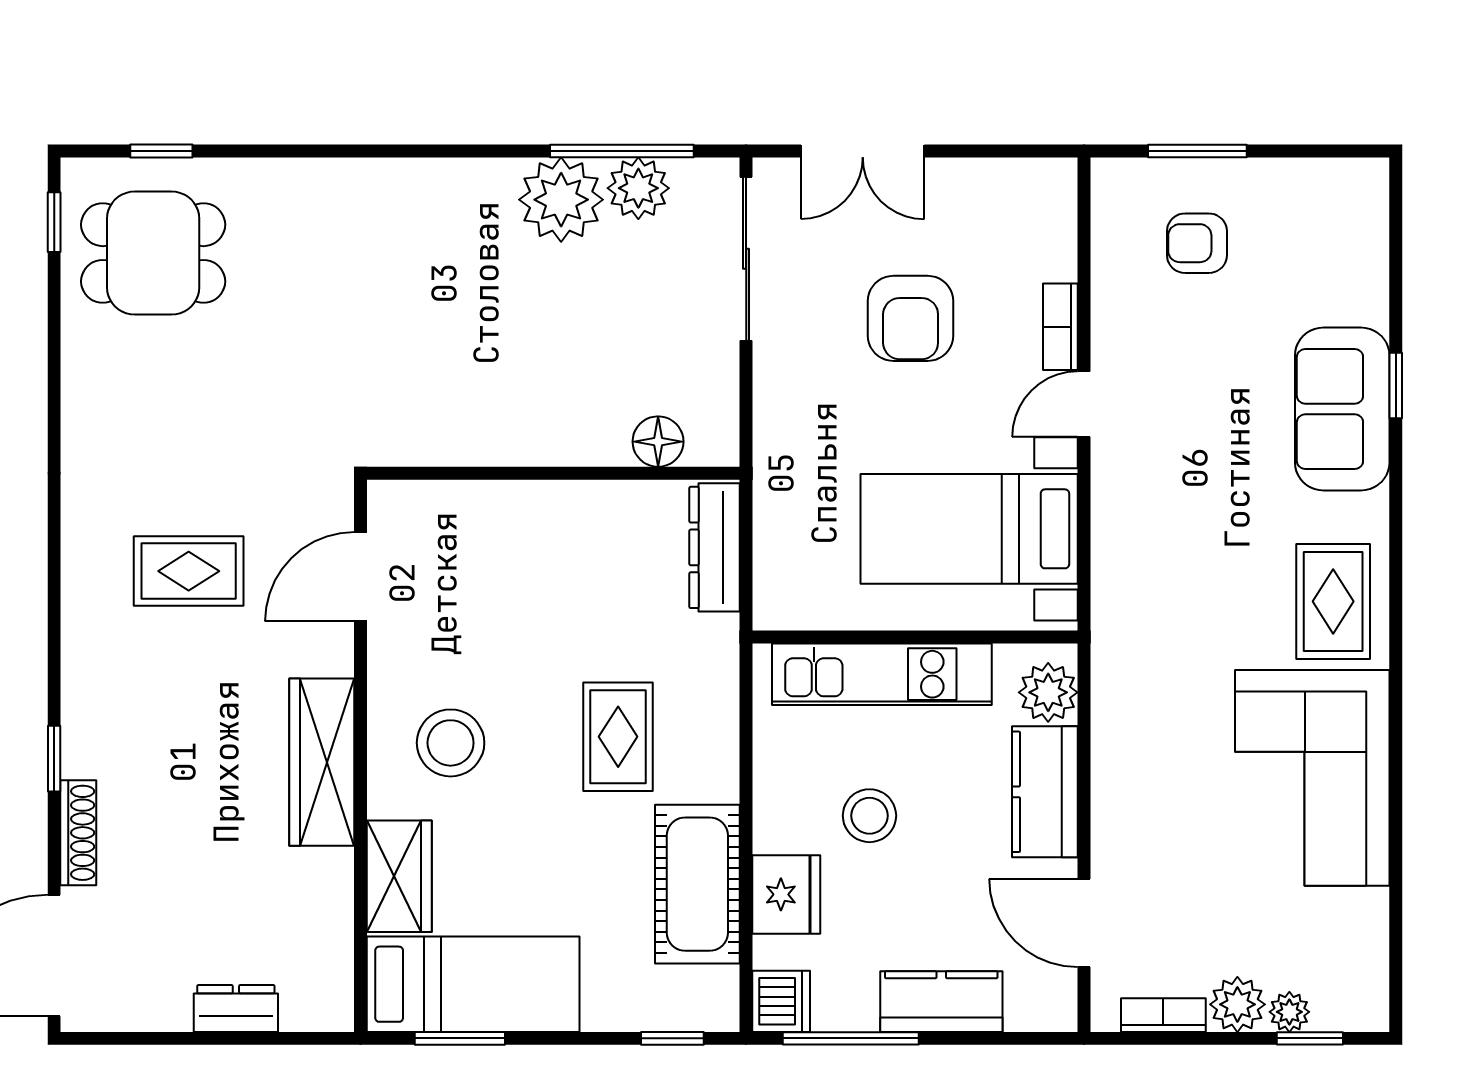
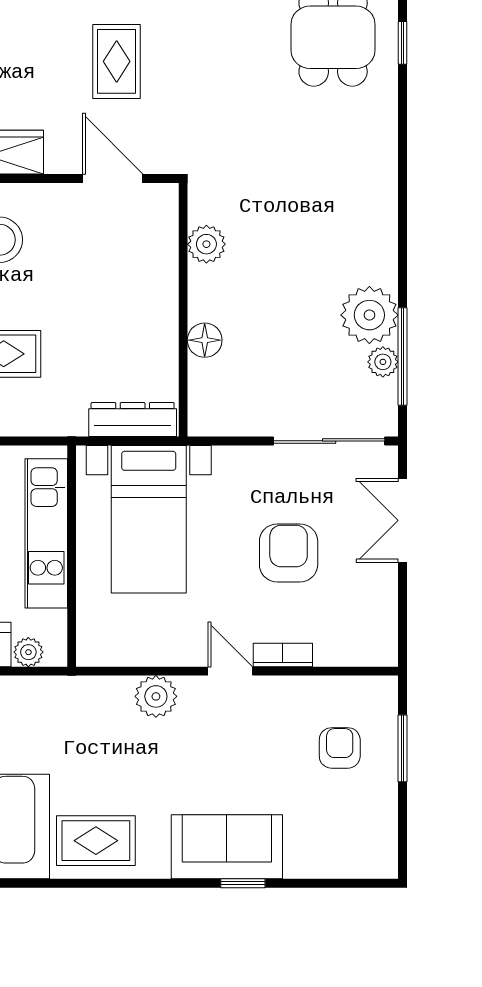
plant: (638, 188) -> (383, 362), width x0.73, depth x0.73
armchair: (911, 318) -> (289, 553), turned 90
plant: (457, 439) -> (206, 244), added
floor lamp: (658, 442) -> (205, 340), moved
plant: (1121, 513) -> (156, 696), added
bed with nightstands: (969, 529) -> (149, 519), moved, turned 180
plant: (1048, 692) -> (28, 652), width x0.73, depth x0.73

